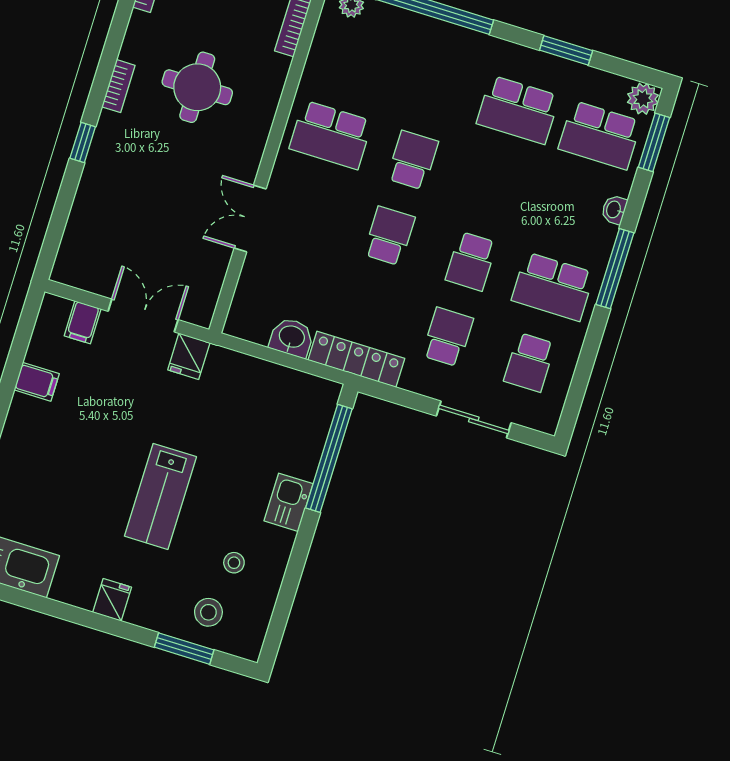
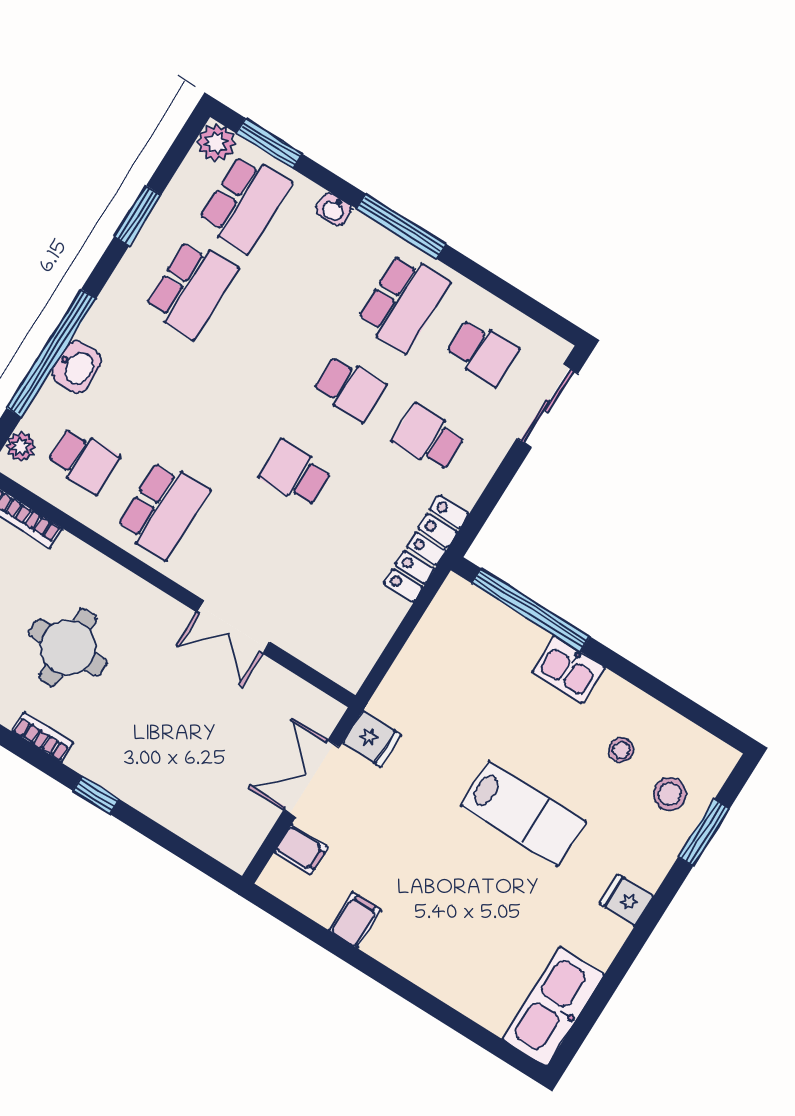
school desk: (413, 160) -> (83, 460), moved, turned 180
washbasin: (292, 338) -> (77, 367), moved, turned 180
sliding door: (474, 419) -> (547, 406), moved

